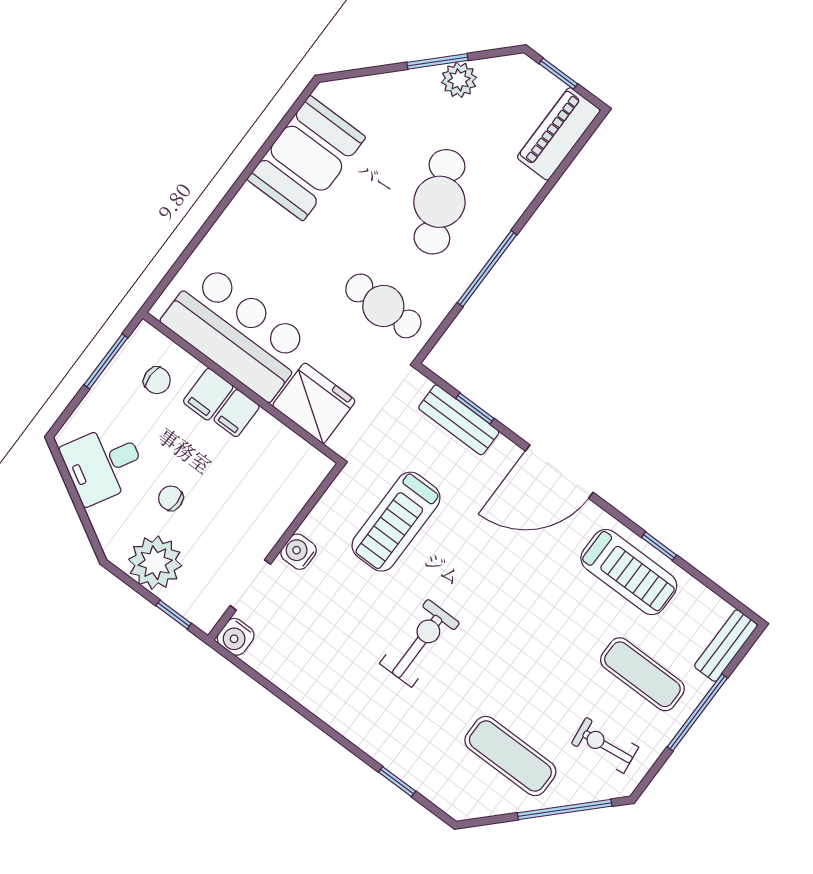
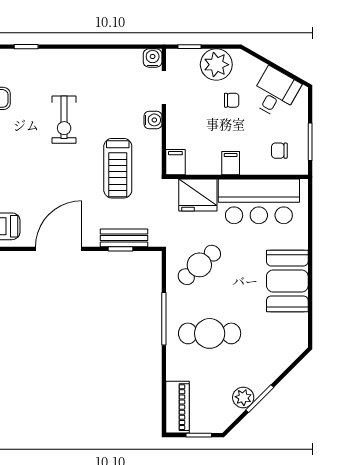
booth: (306, 158) -> (287, 281), moved
cafe table: (439, 202) -> (210, 333), turned -65
cafe table: (383, 306) -> (199, 265), turned -42
filing cabinet: (208, 394) -> (175, 162), moved
treadmill: (396, 522) -> (118, 168), turned 180

